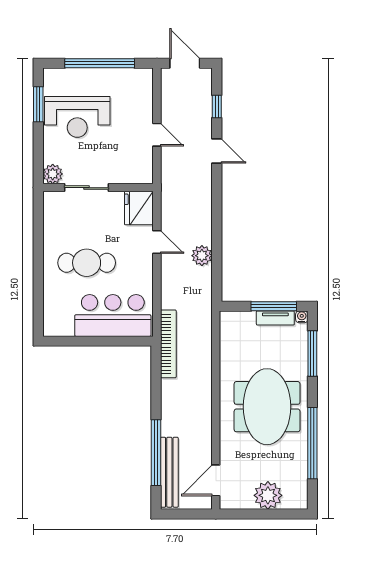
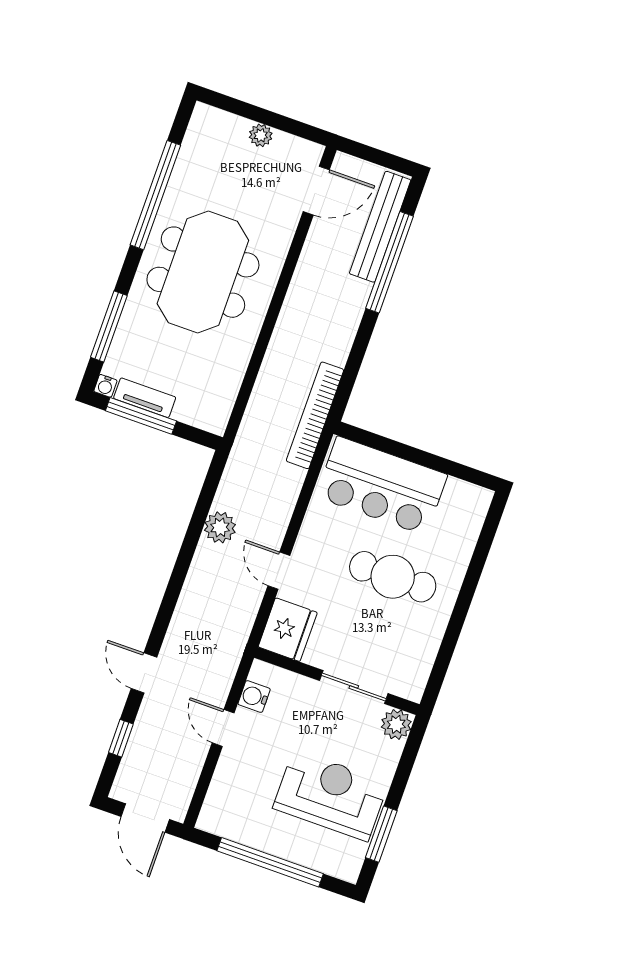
water cooler: (145, 160) -> (254, 696), added
plant: (268, 495) -> (261, 135), width x0.53, depth x0.53

